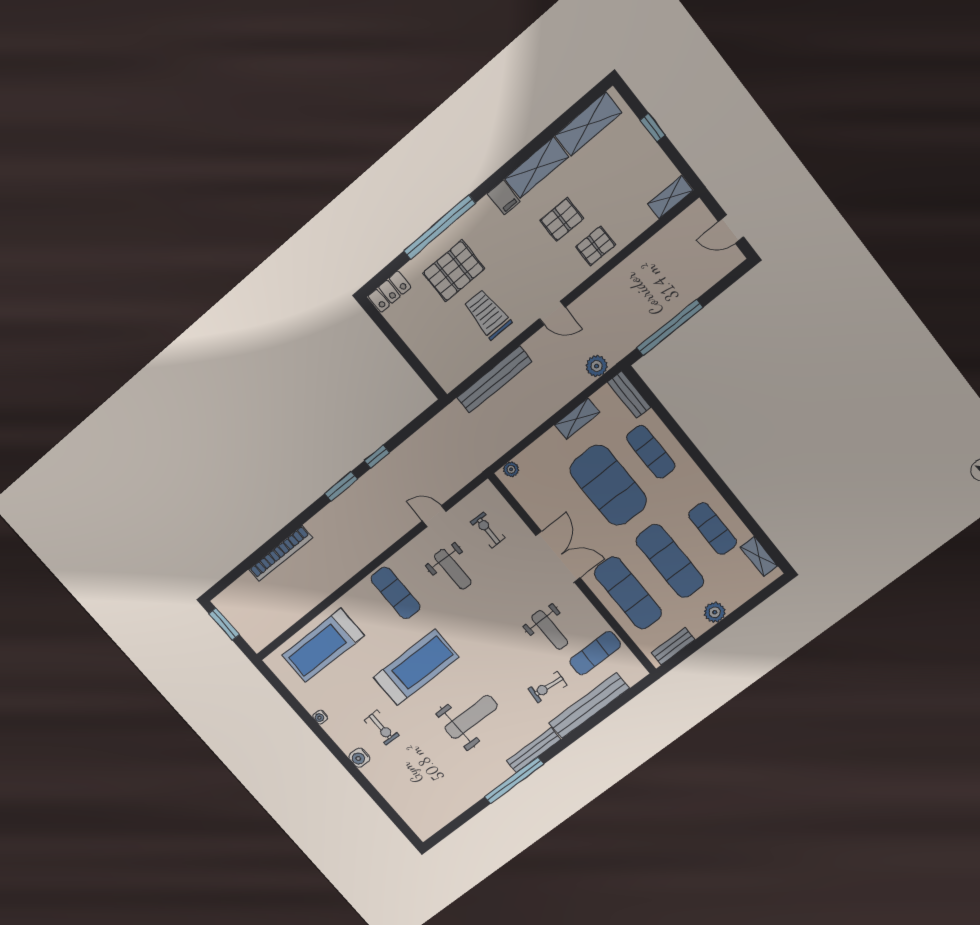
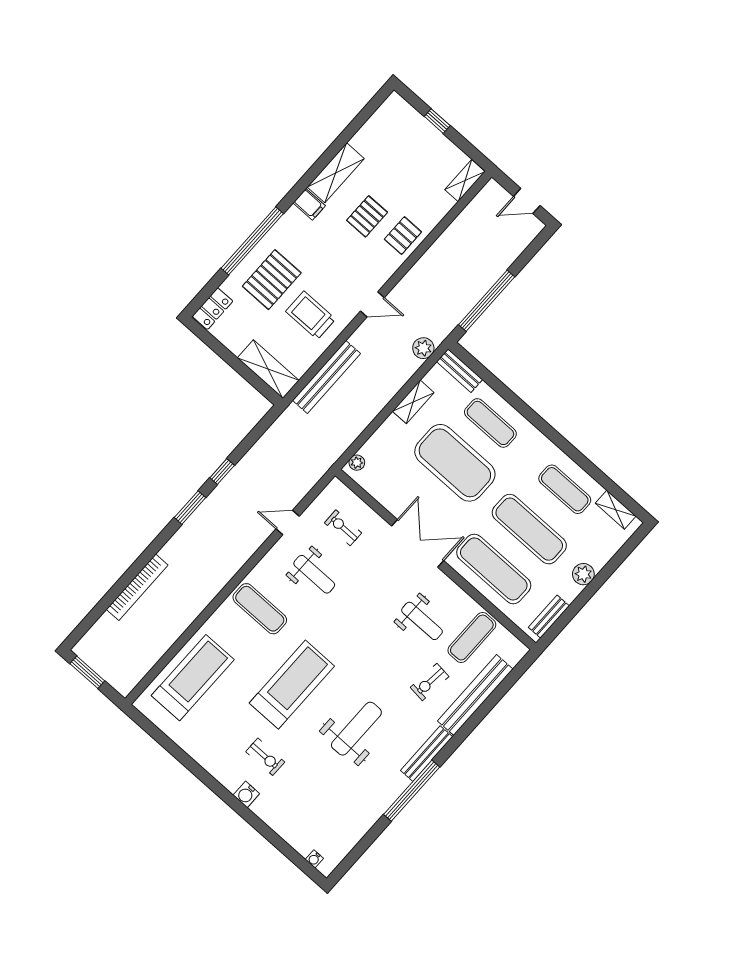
shelving: (588, 124) -> (268, 369), moved, turned 90
treadmill: (323, 645) -> (193, 678), turned 180
water cooler: (320, 717) -> (314, 859), moved

